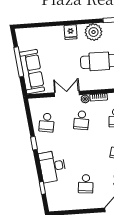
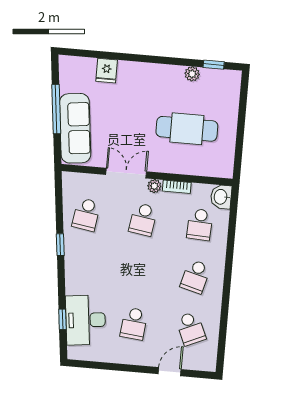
fridge: (71, 32) -> (107, 71), moved
plant: (94, 32) -> (192, 74), width x0.53, depth x0.53
desk: (53, 166) -> (86, 320), moved

